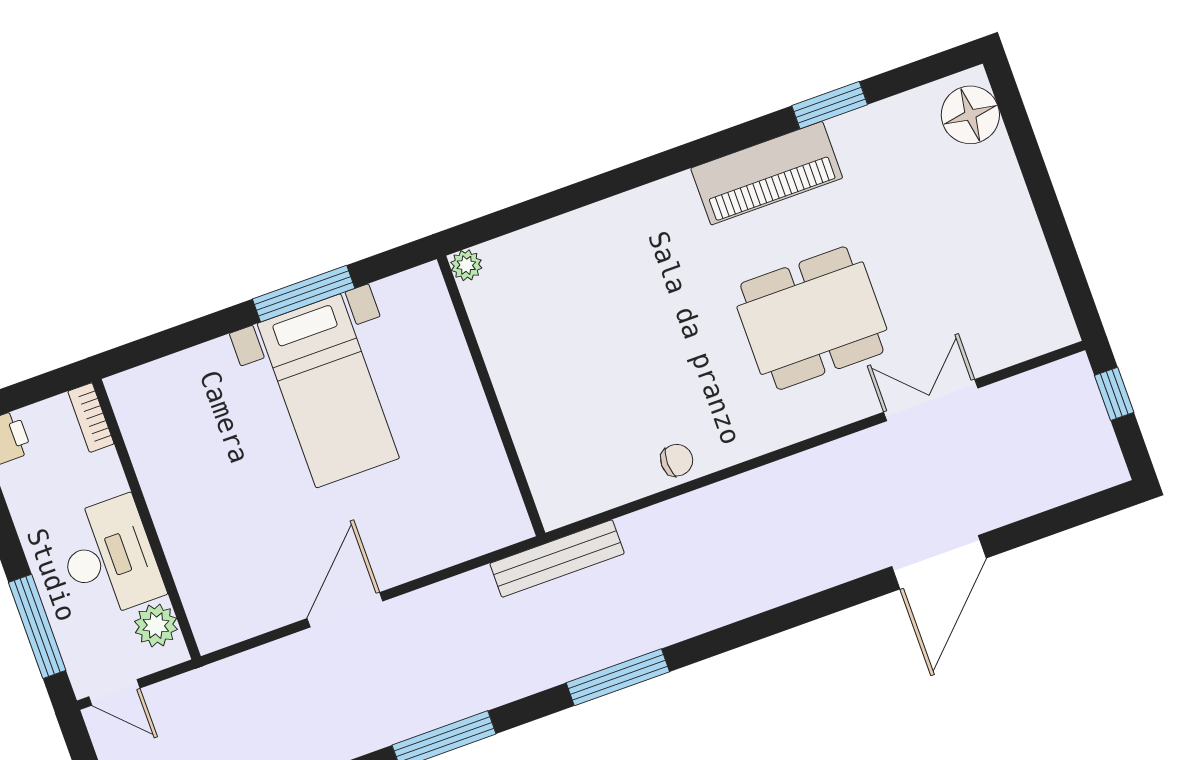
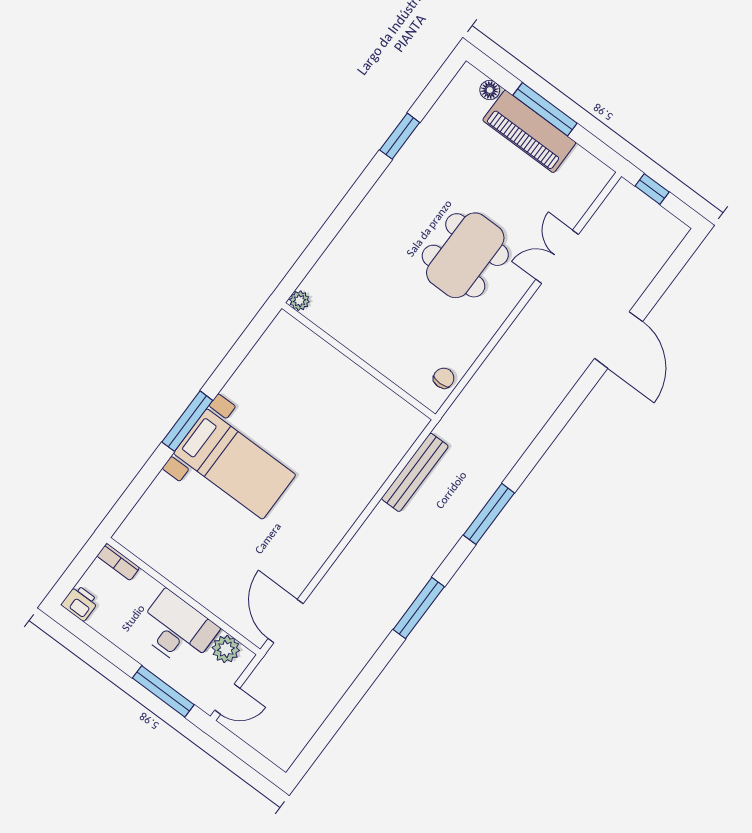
floor lamp: (970, 115) -> (490, 90), width x0.53, depth x0.53
piano: (767, 173) -> (529, 131), moved, turned 90
window: (1043, 196) -> (545, 109), added
plant: (466, 265) -> (299, 301), moved
wall: (491, 396) -> (359, 361), moved
door: (345, 610) -> (286, 621), moved

